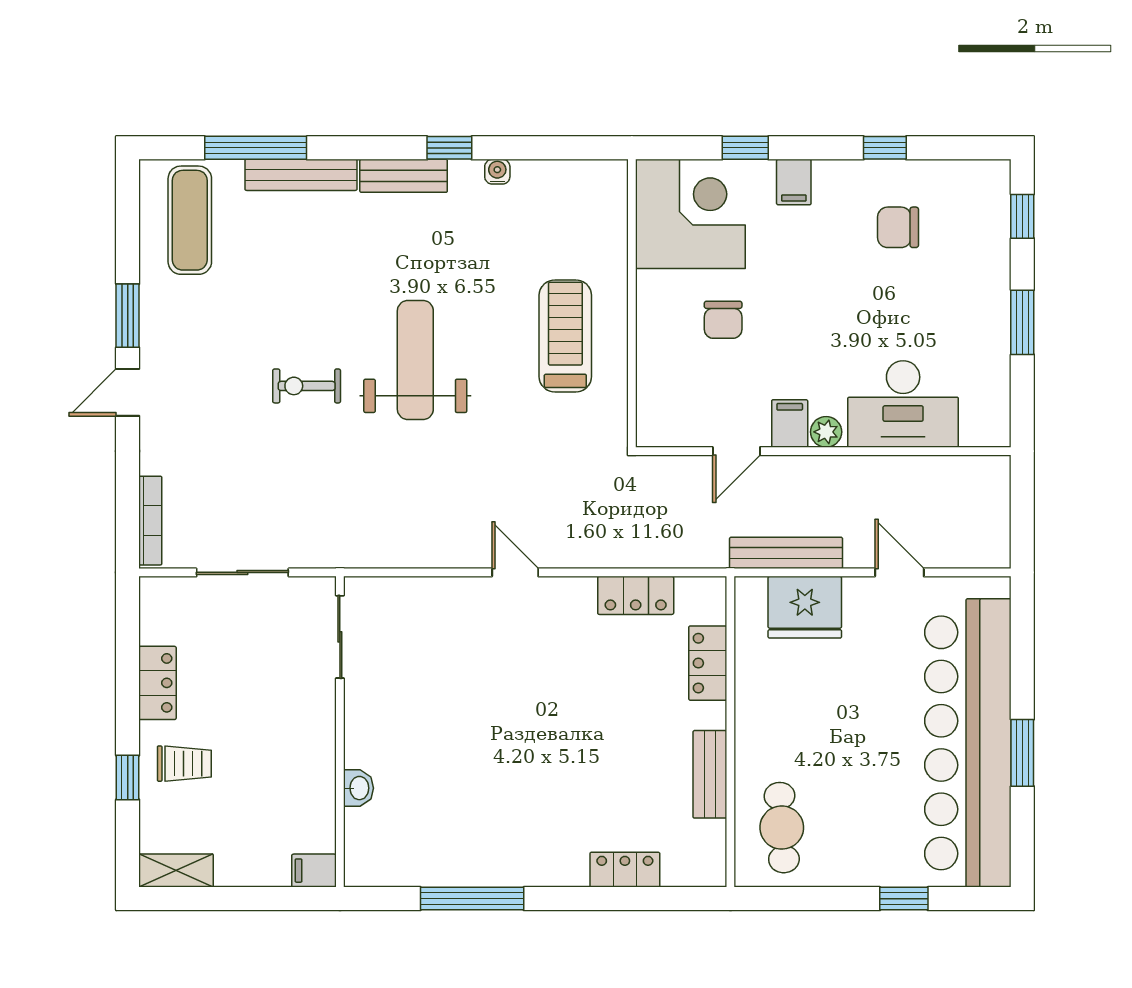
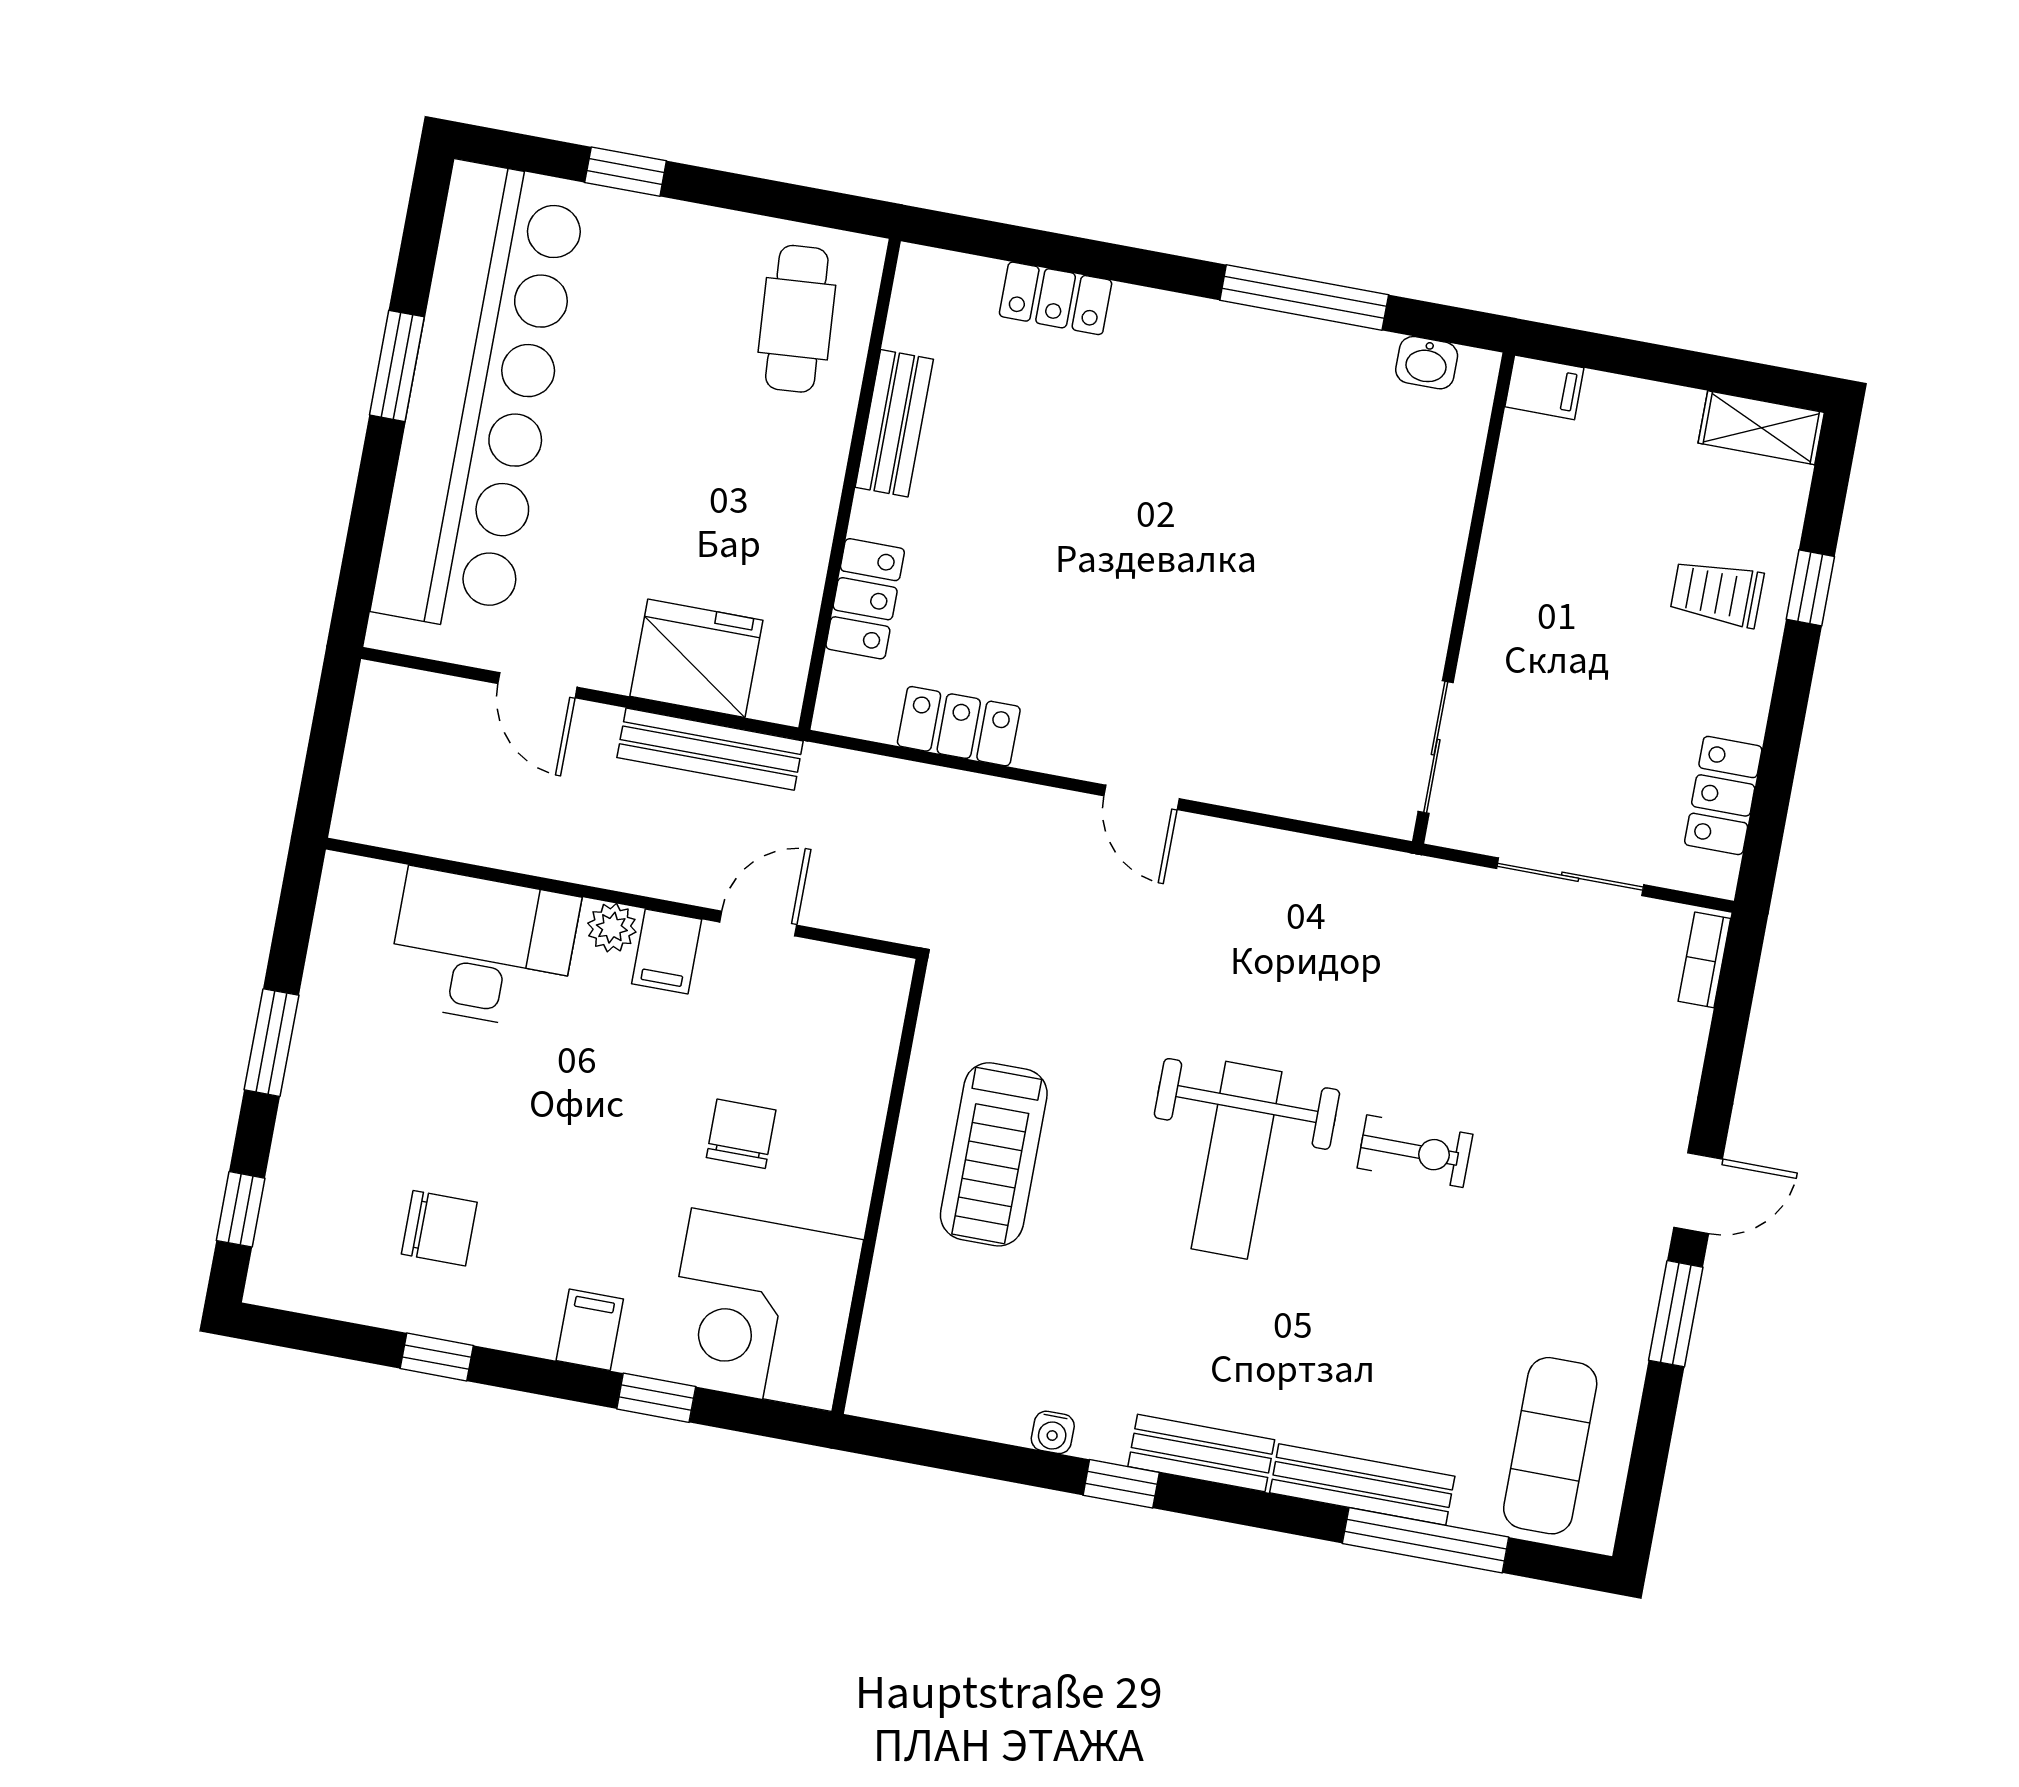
bookcase: (150, 521) -> (1704, 960), width x0.64
locker: (157, 683) -> (1723, 795), moved
washbasin: (359, 788) -> (1427, 363), moved, turned -90

